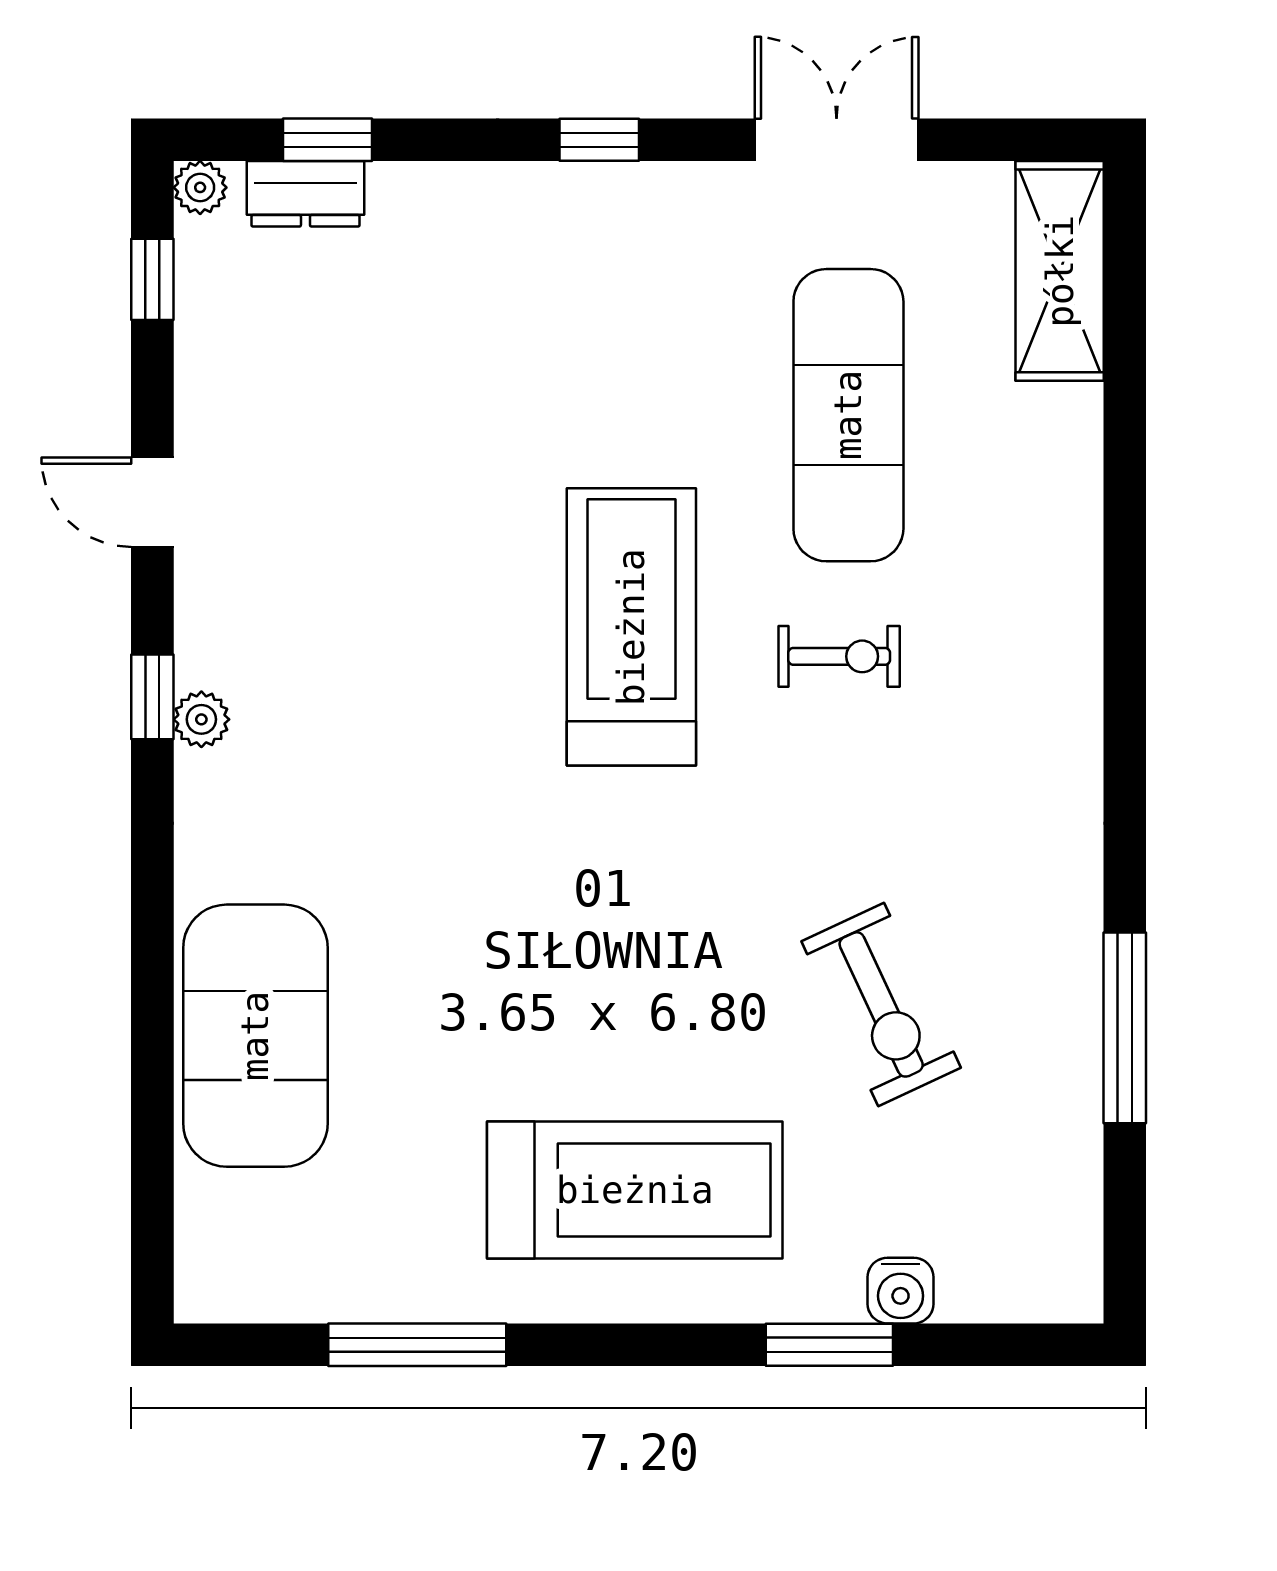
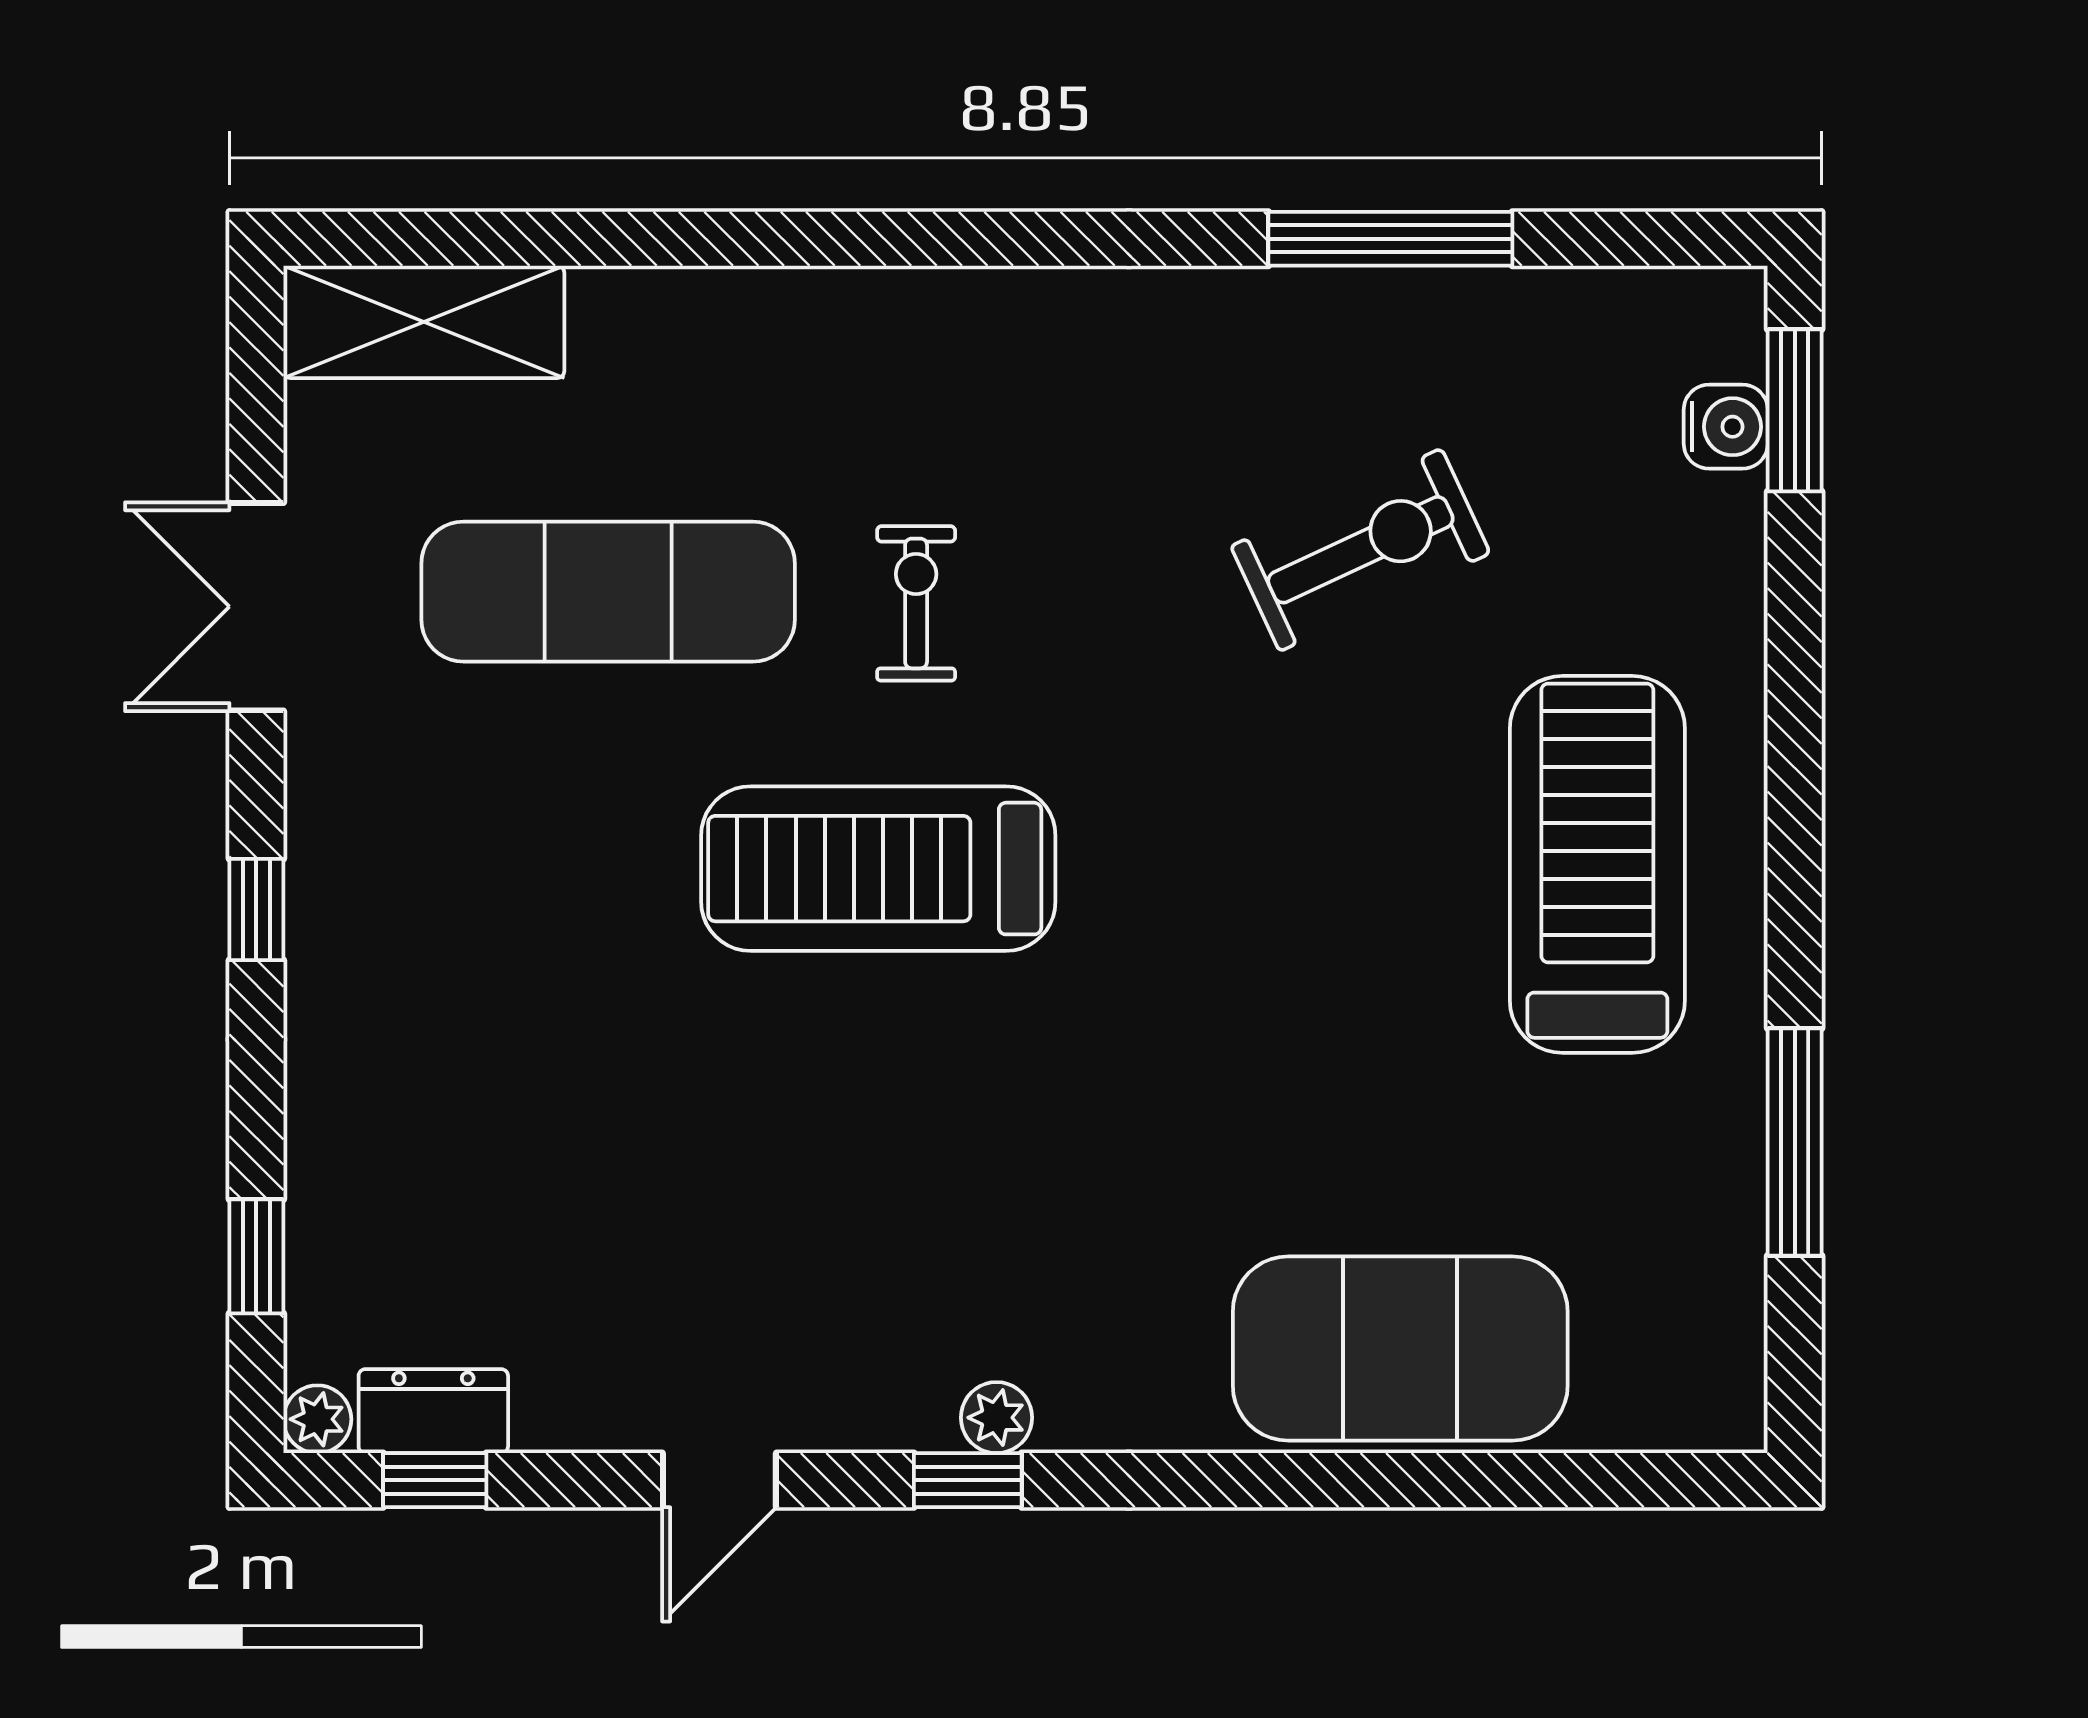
dresser: (305, 194) -> (433, 1411), moved, turned -90
water cooler: (901, 1291) -> (1726, 427), moved
window: (829, 1345) -> (1795, 410), moved

